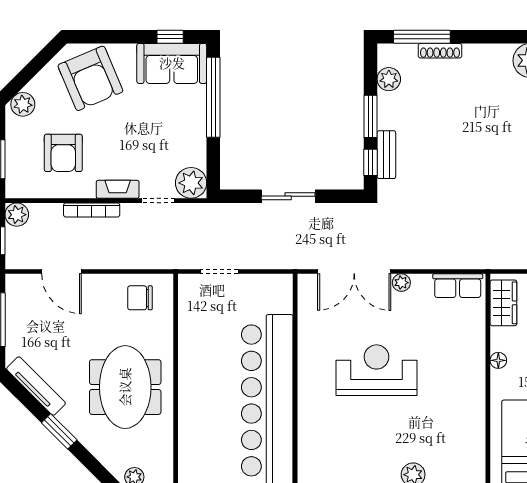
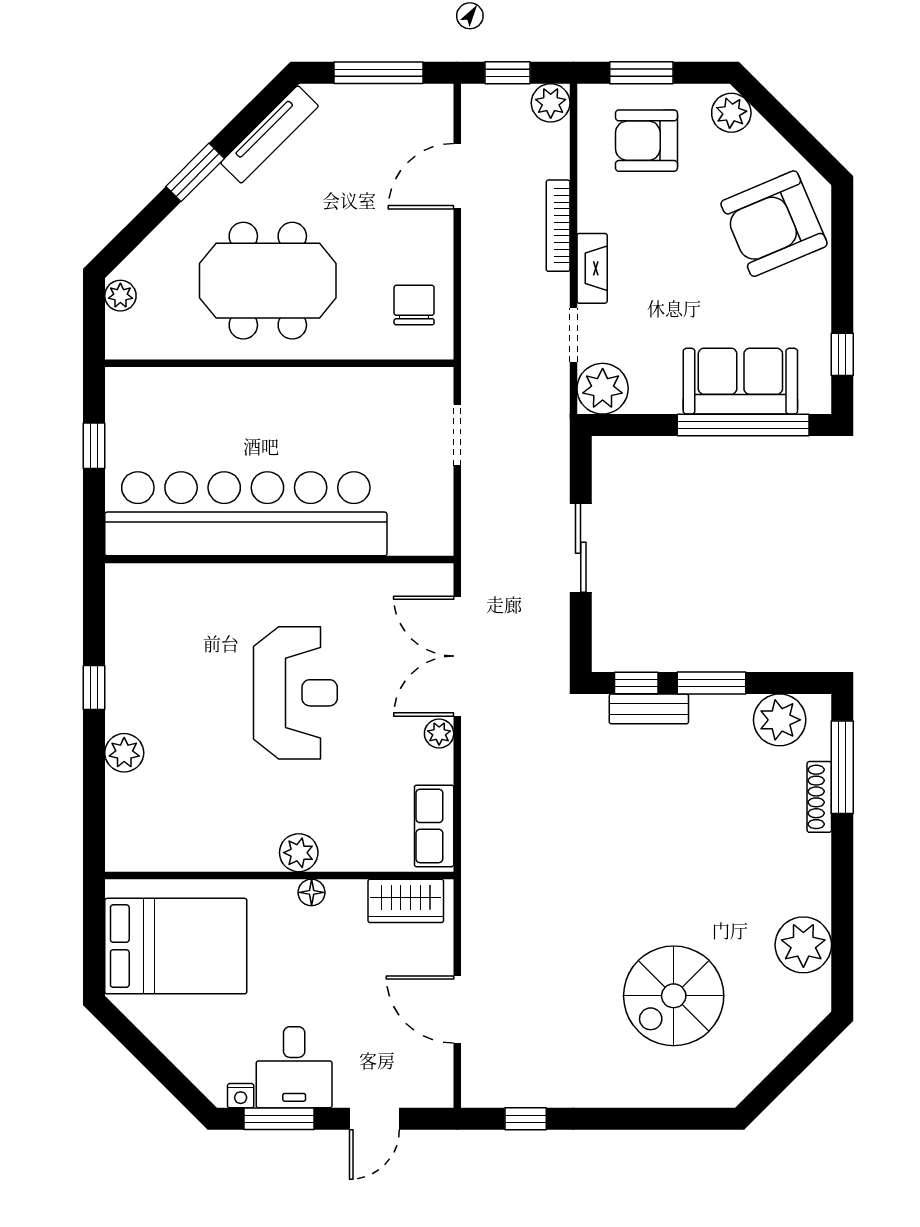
sofa: (172, 63) -> (740, 381), moved, turned 90
plant: (389, 79) -> (780, 720), width x1.36, depth x1.36
armchair: (63, 153) -> (646, 141), moved
plant: (474, 368) -> (299, 853), added

